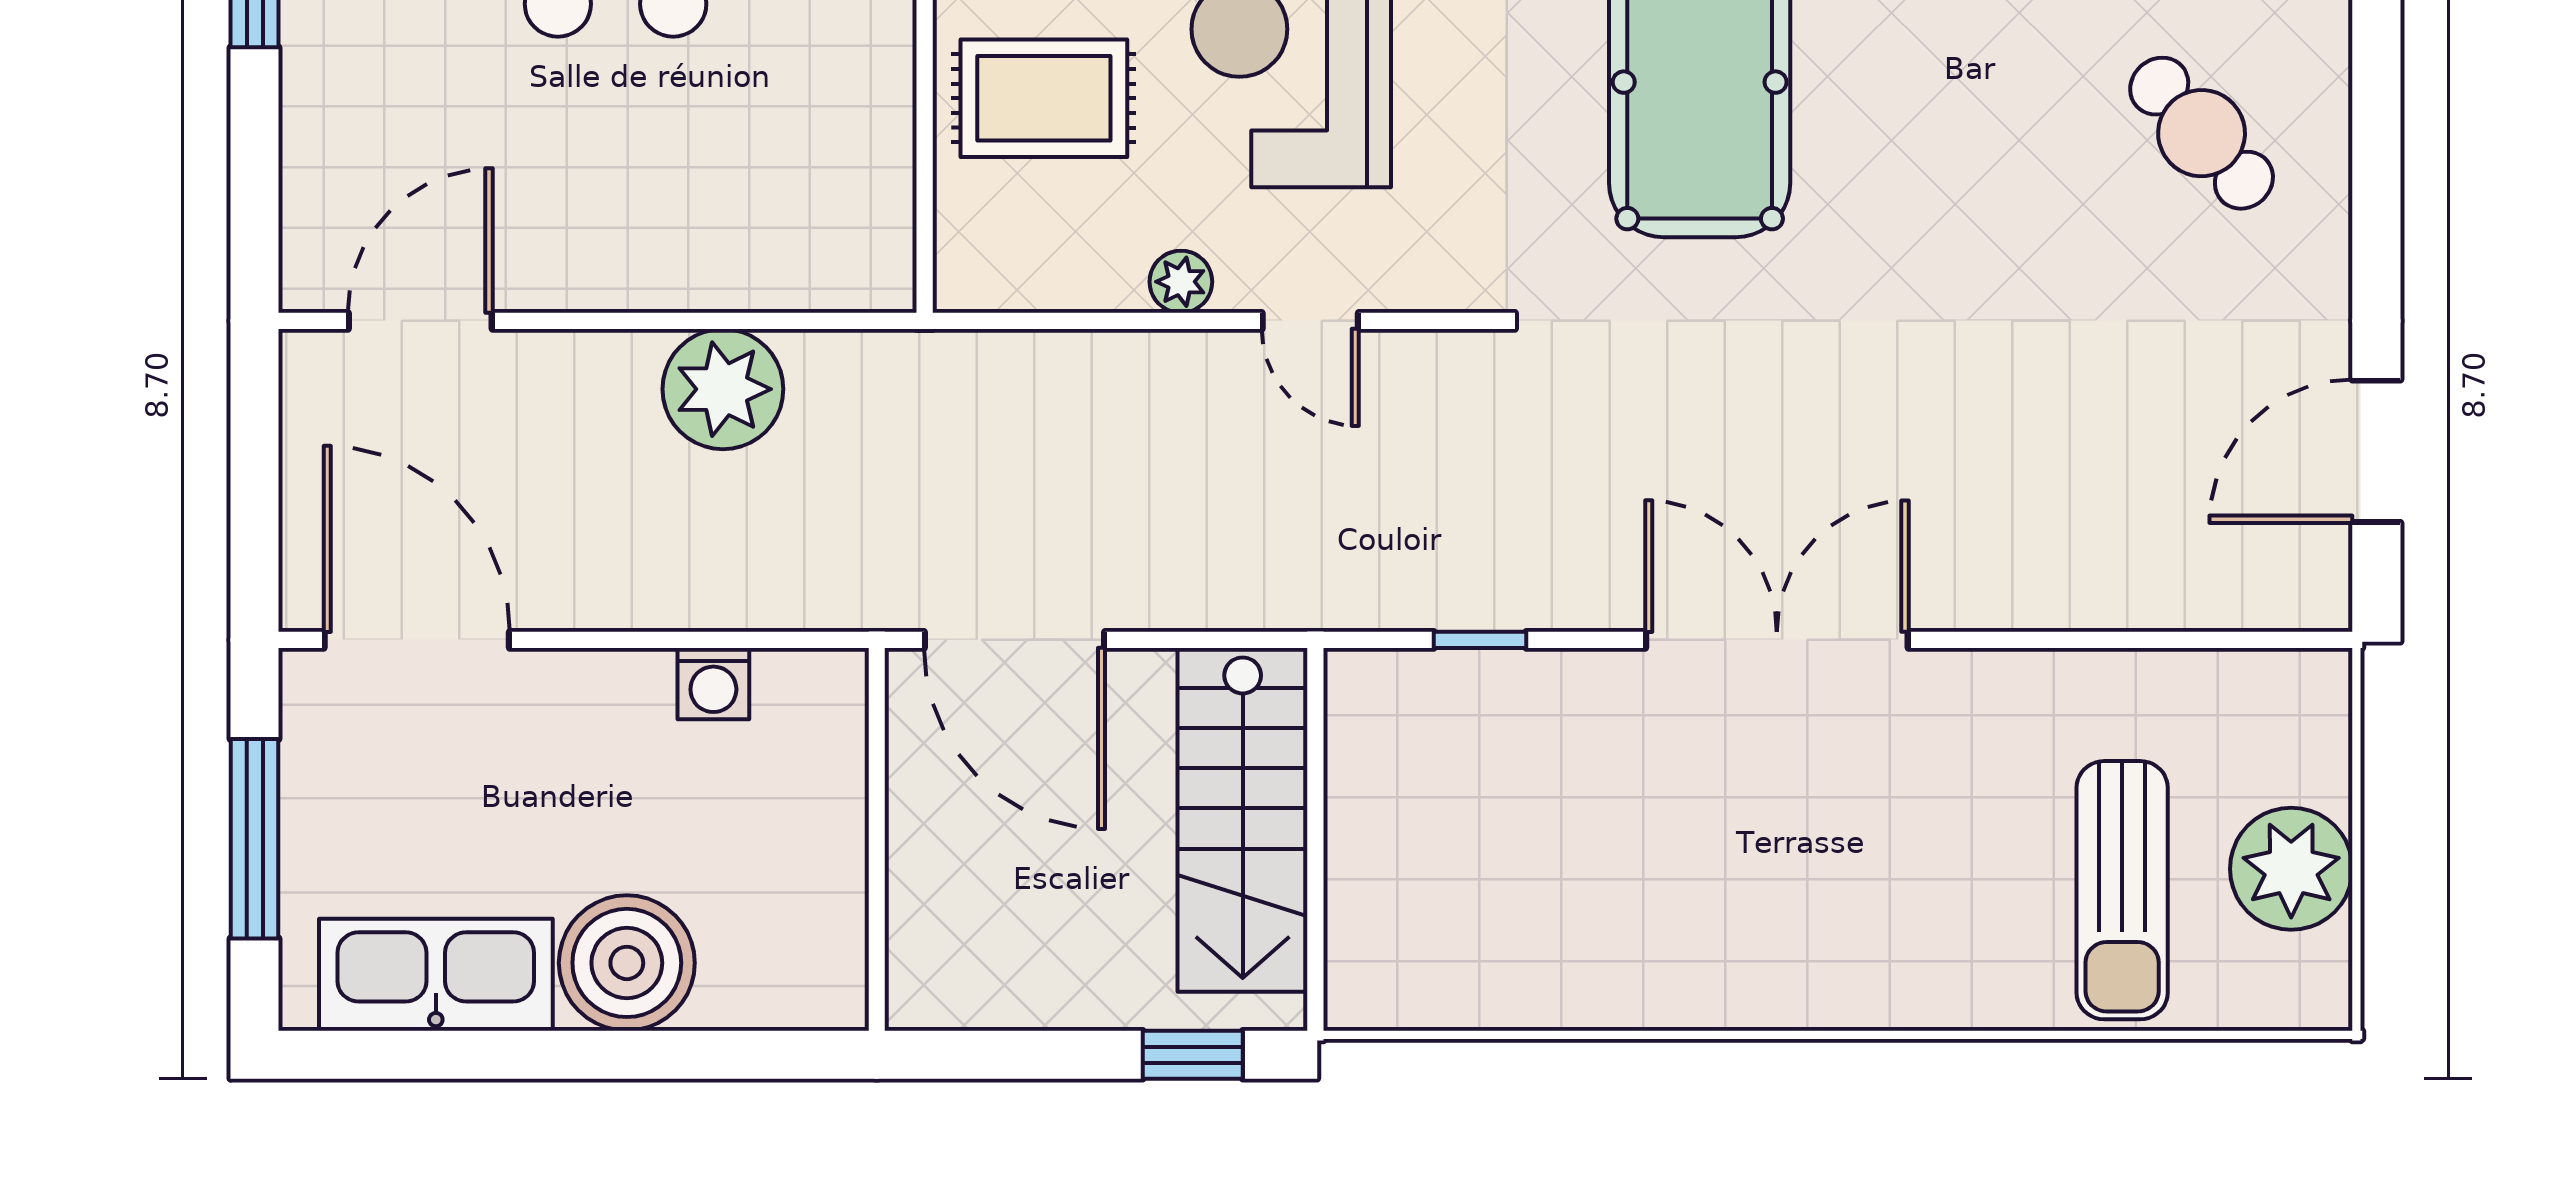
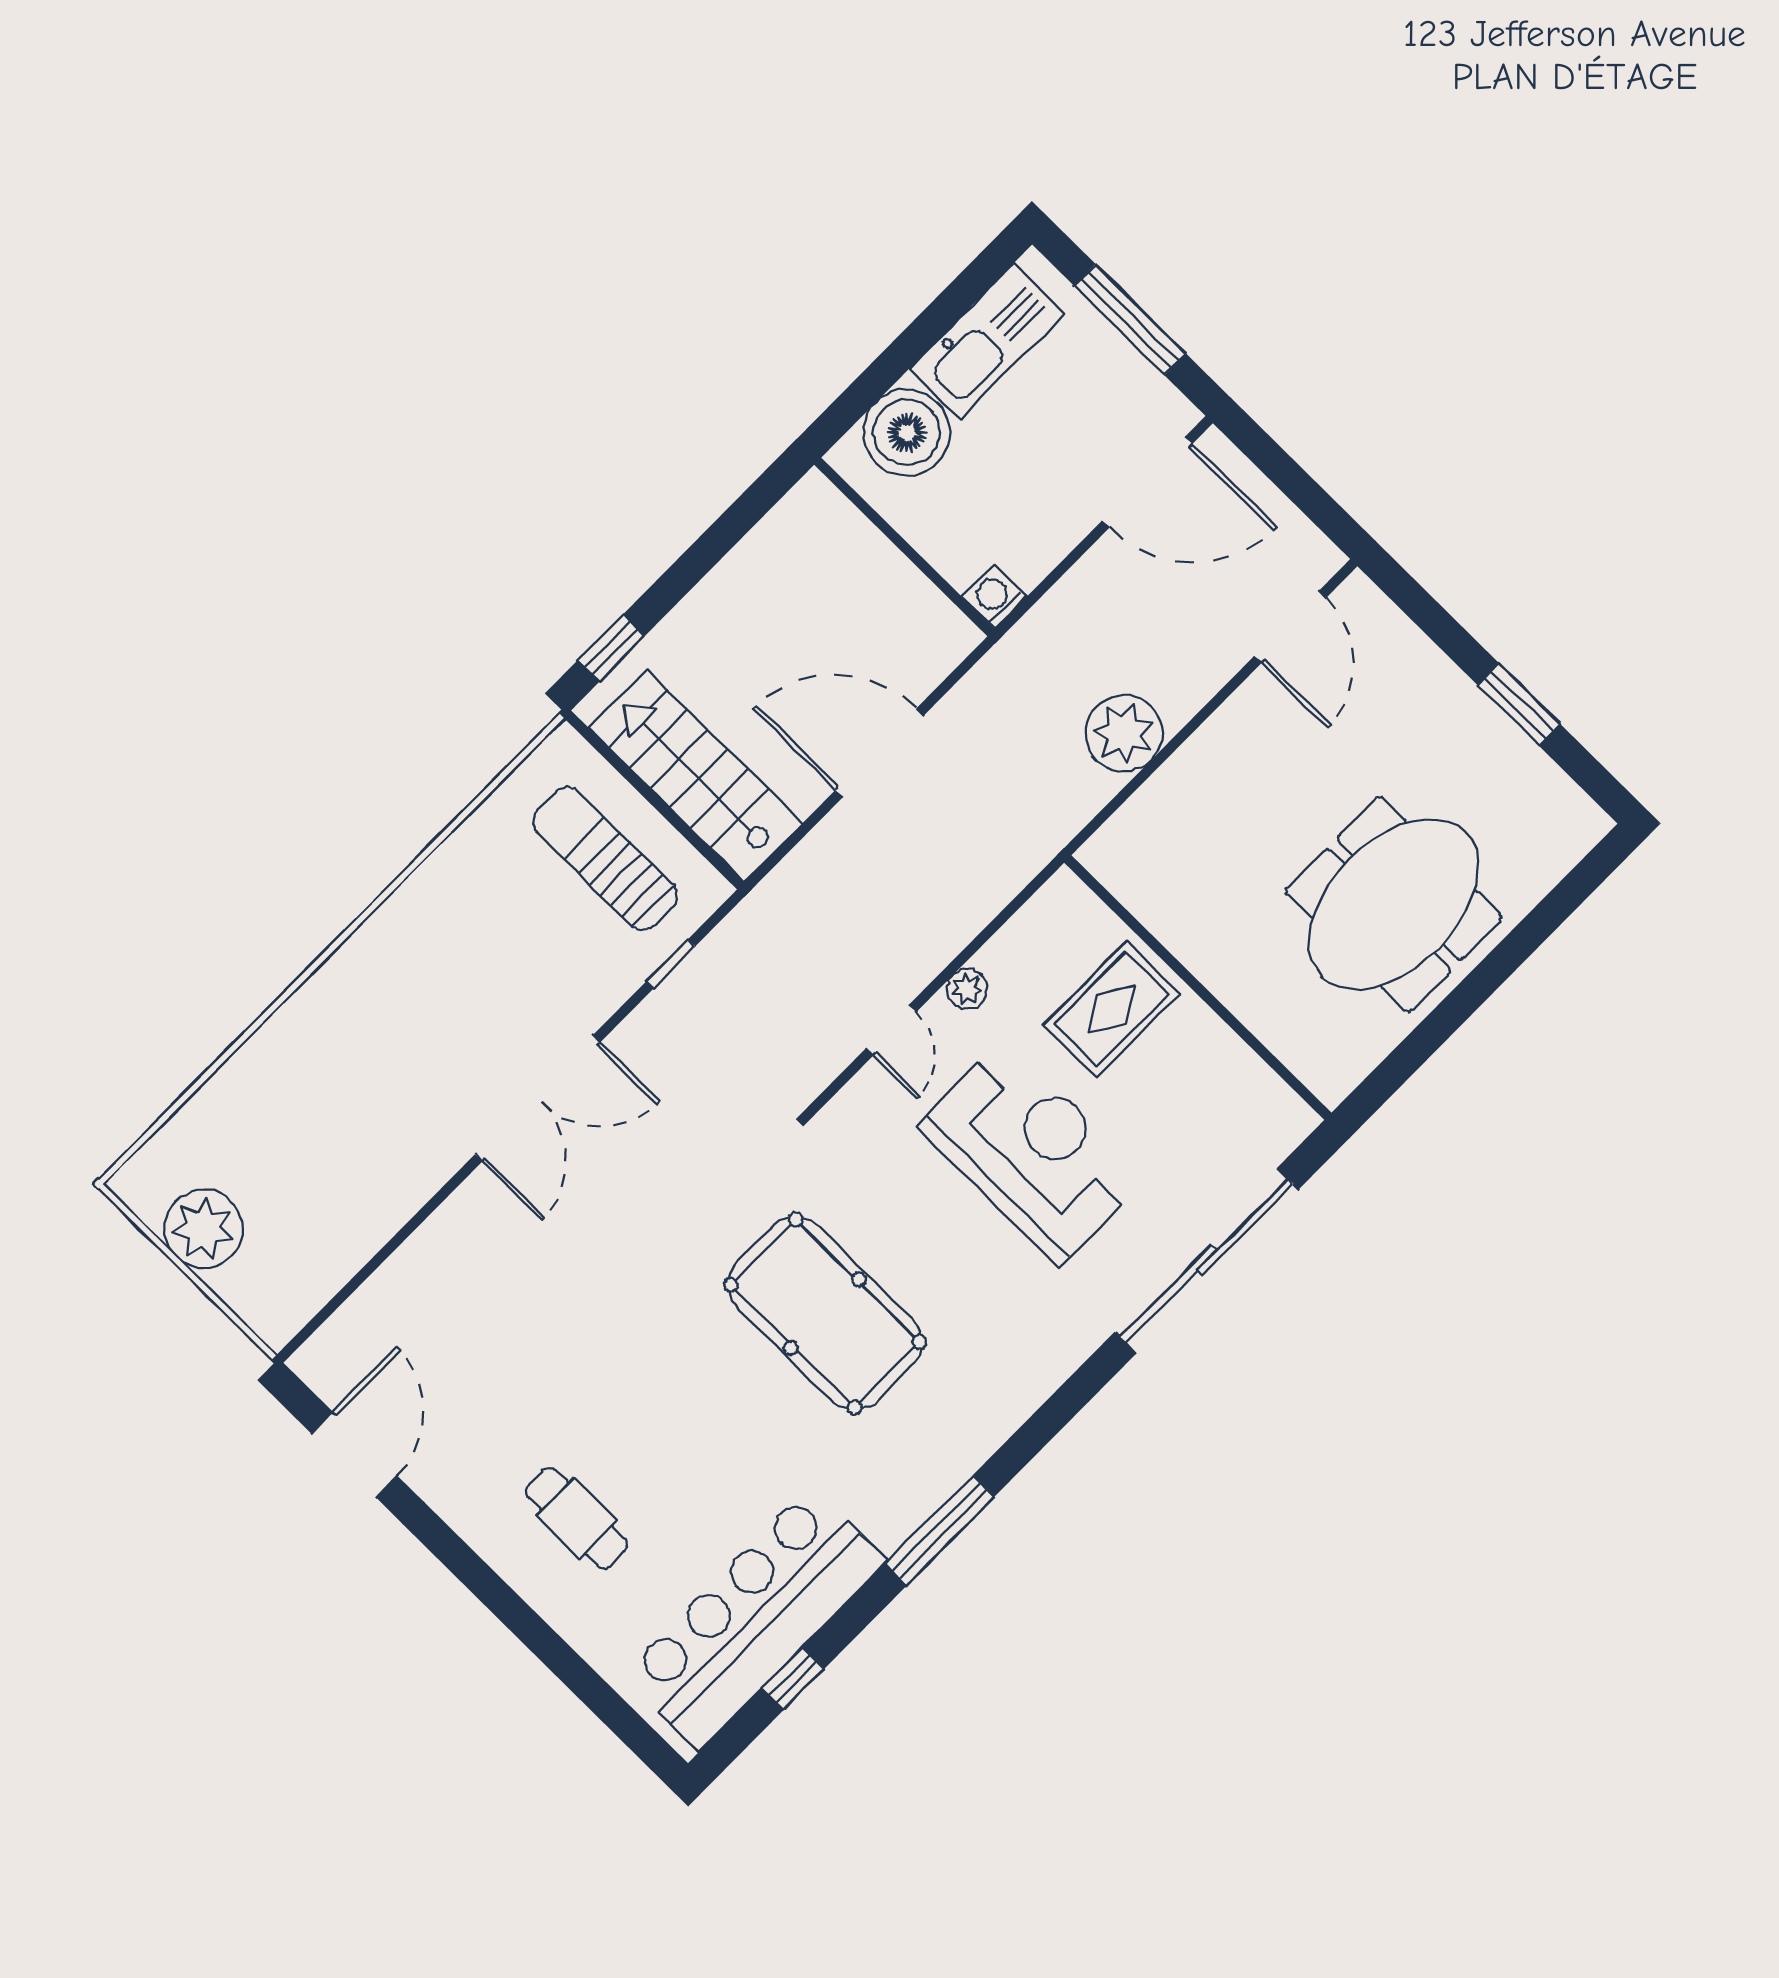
cafe table: (2202, 133) -> (577, 1518), turned 42
door: (1310, 321) -> (891, 1030), swing flipped
wall: (877, 839) -> (904, 547), moved
sun lounger: (2122, 890) -> (605, 859), moved

